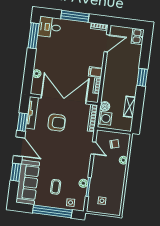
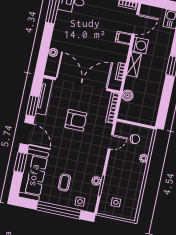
filing cabinet: (95, 72) -> (124, 38), moved
shelving: (130, 107) -> (134, 65), moved
washing machine: (105, 118) -> (140, 45), moved
armchair: (57, 123) -> (76, 120), moved
door: (93, 148) -> (111, 142), hinge flipped

